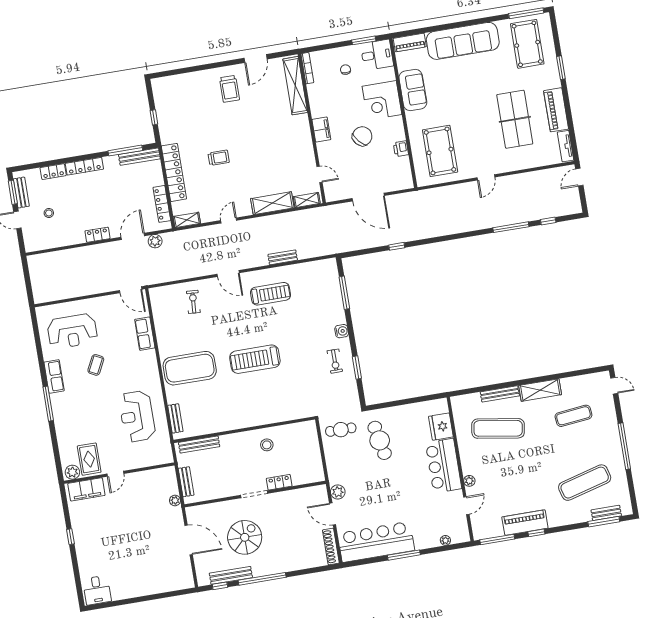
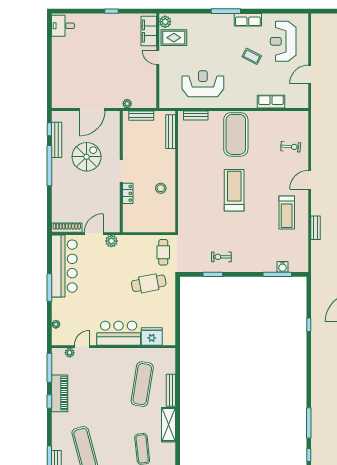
door: (131, 290) -> (310, 75), moved
water cooler: (342, 331) -> (282, 267), moved
plant: (469, 481) -> (70, 353), moved
door: (466, 506) -> (82, 347), swing flipped
spiral stairs: (245, 537) -> (87, 157), turned -90

